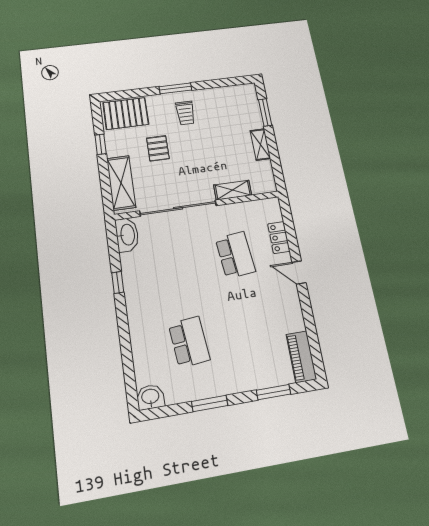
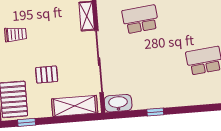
trolley: (185, 113) -> (15, 34), moved
window: (101, 144) -> (27, 122), moved

